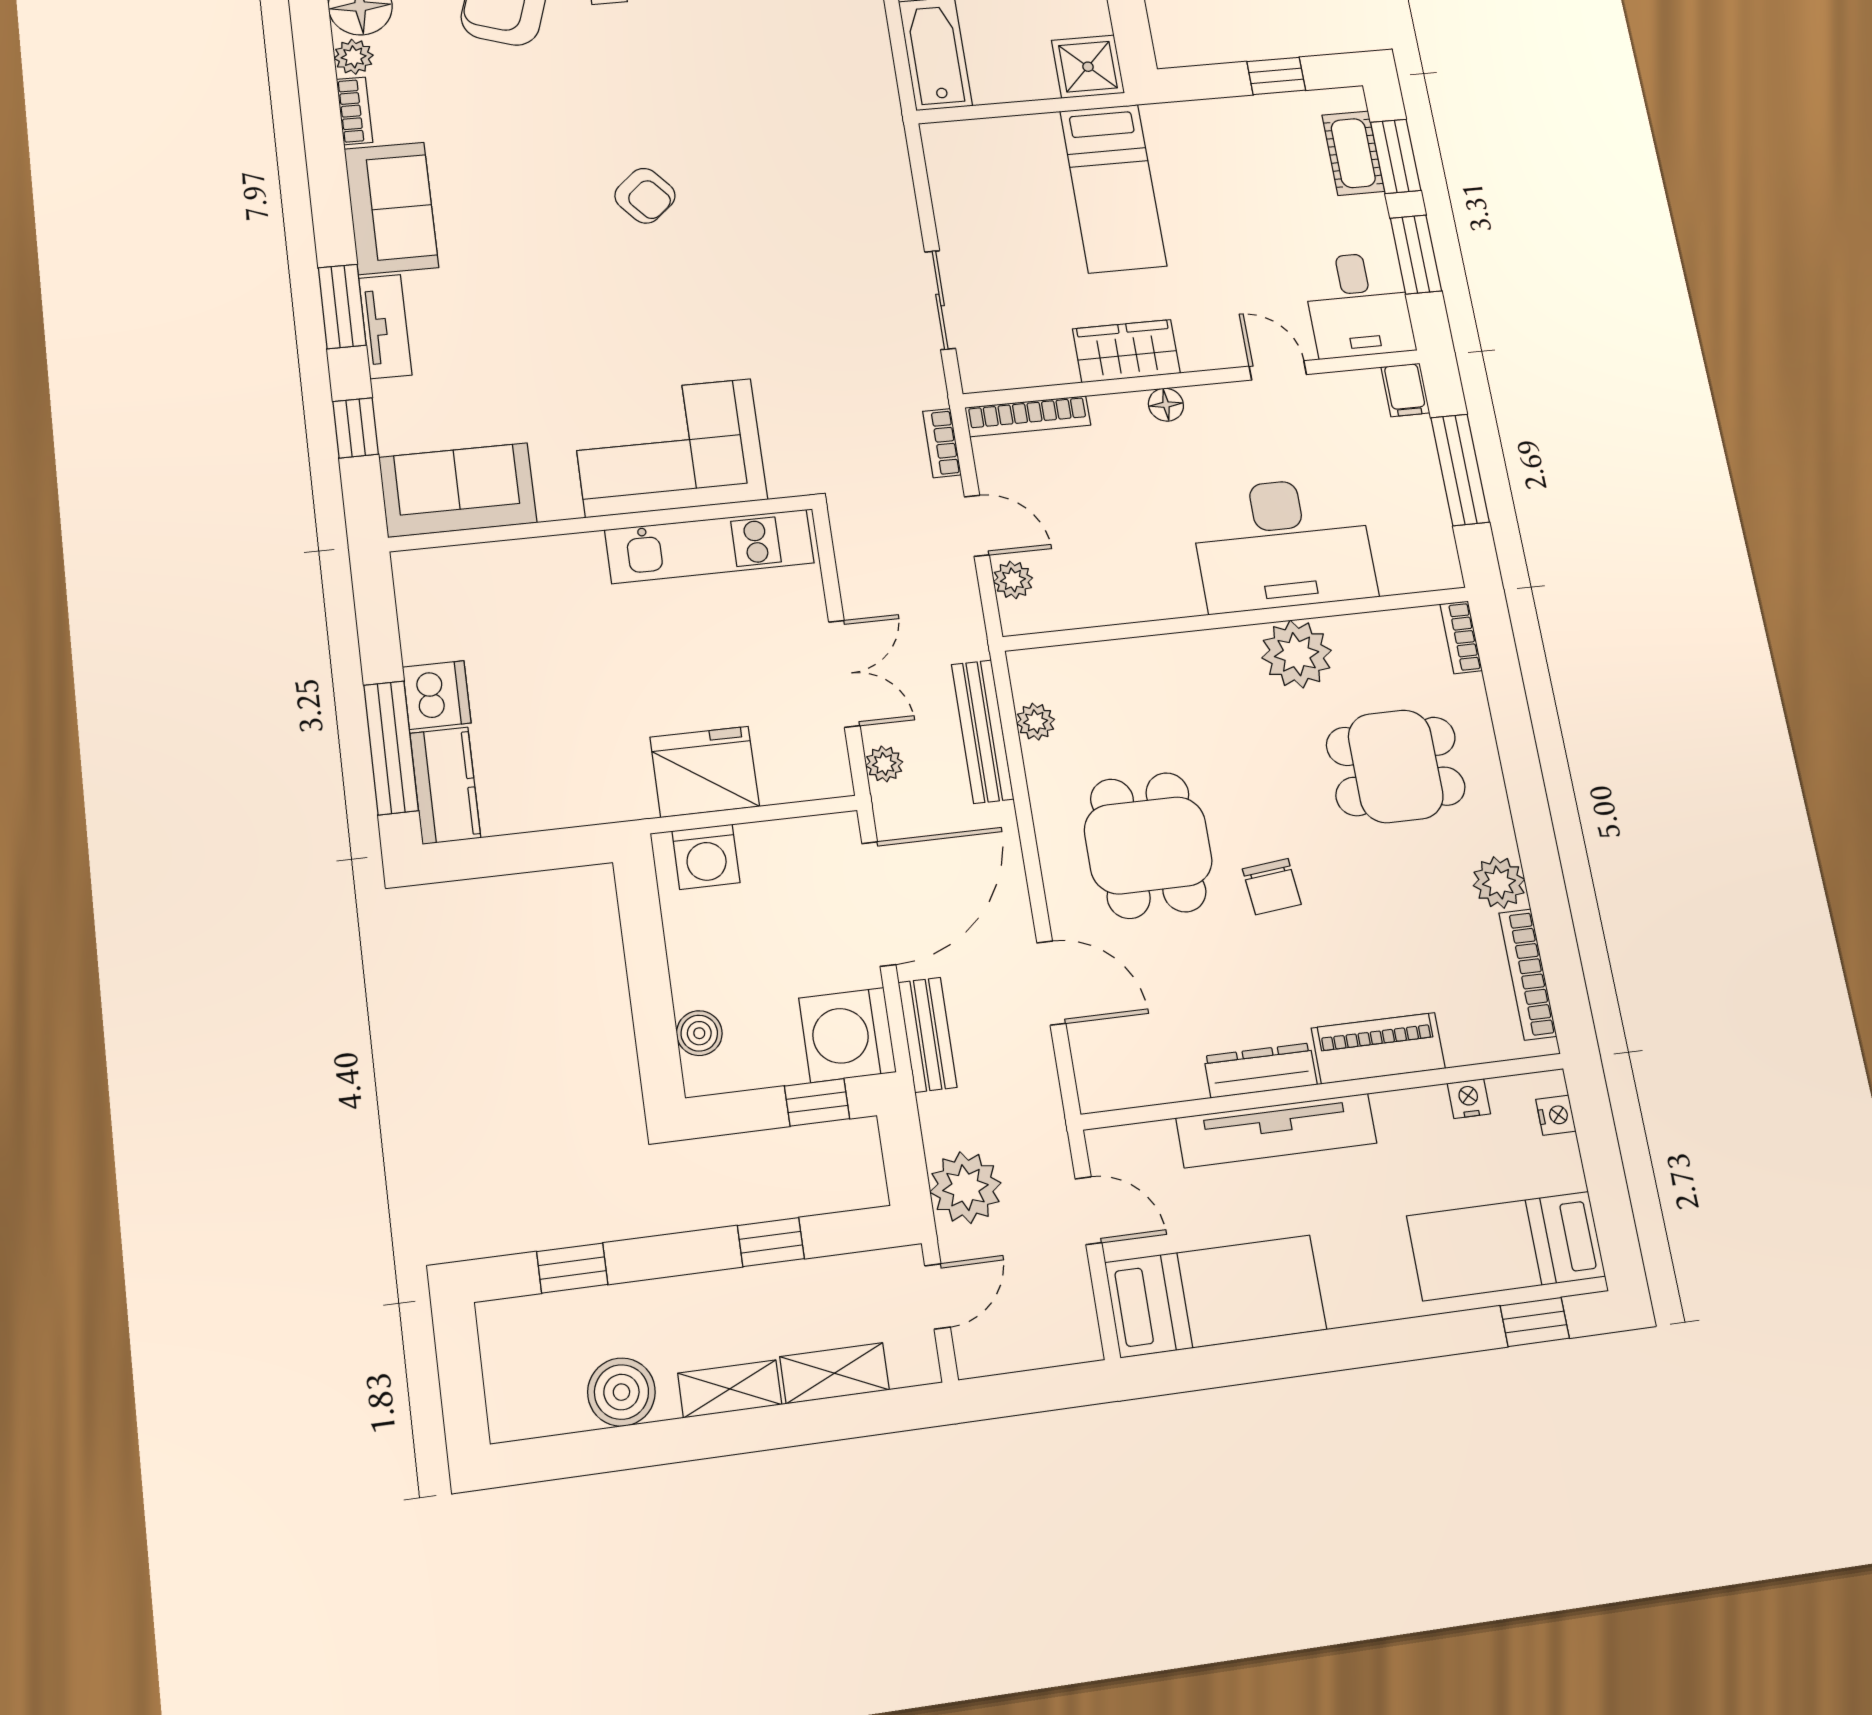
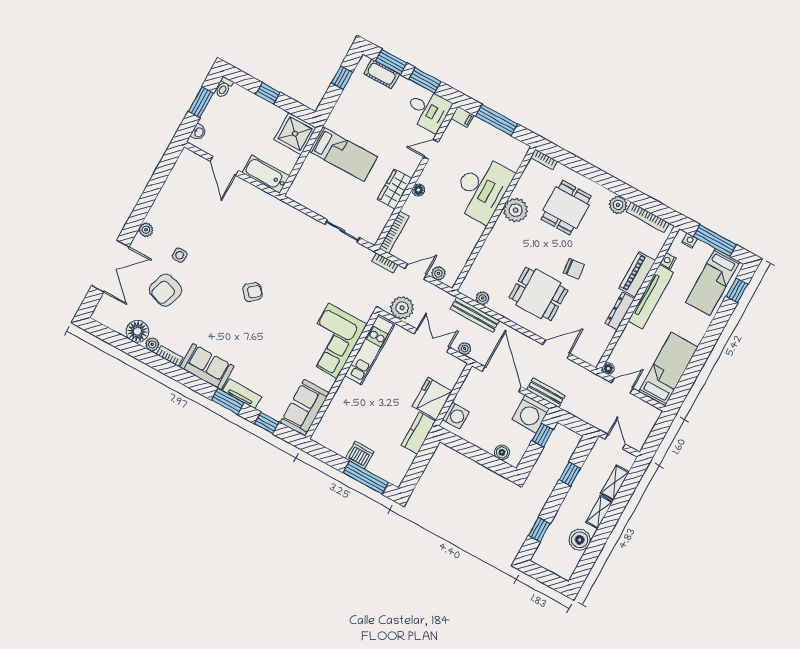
shower: (1088, 67) -> (295, 134), width x1.36, depth x1.36
kitchen counter: (445, 786) -> (418, 433), moved, turned -90
tv unit: (1276, 1131) -> (651, 297), moved
floor lamp: (1103, 1145) -> (608, 368), added
window: (1605, 1177) -> (715, 240), added
plant: (965, 1188) -> (402, 308), moved

